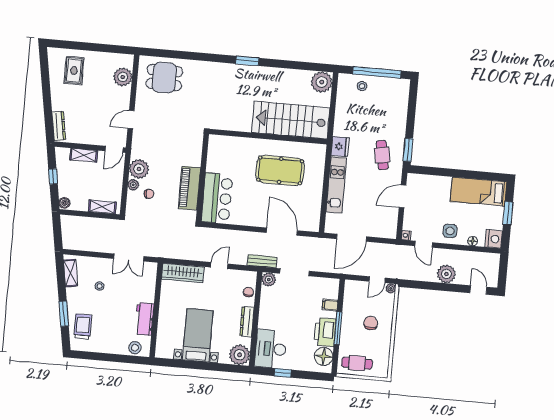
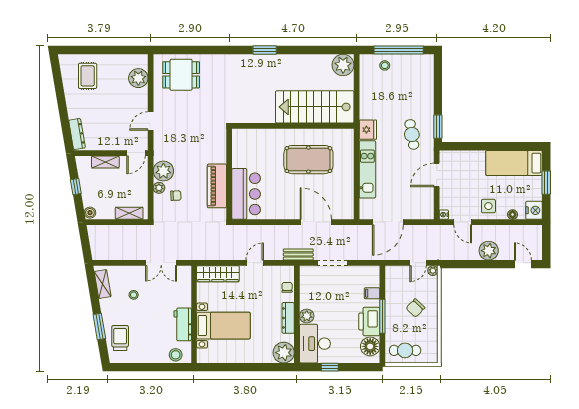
plant: (269, 280) -> (307, 316), moved
chair: (371, 323) -> (415, 308), turned -136
bed with nightstands: (198, 335) -> (223, 326), moved, turned 90

